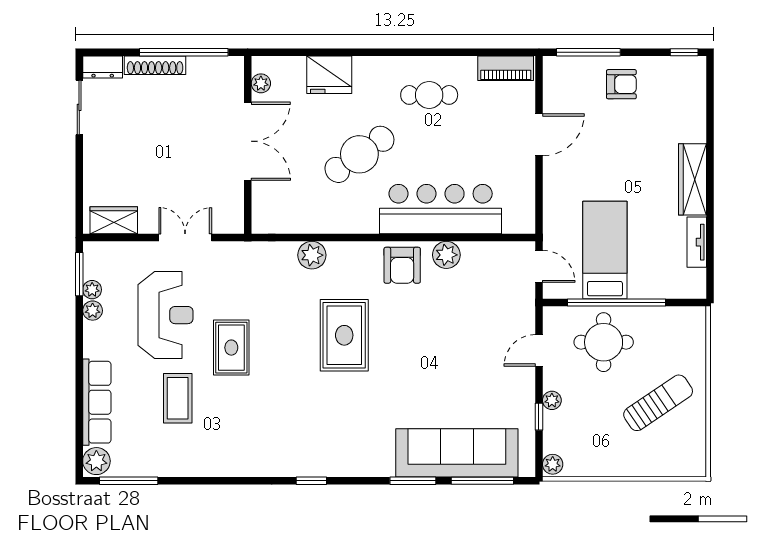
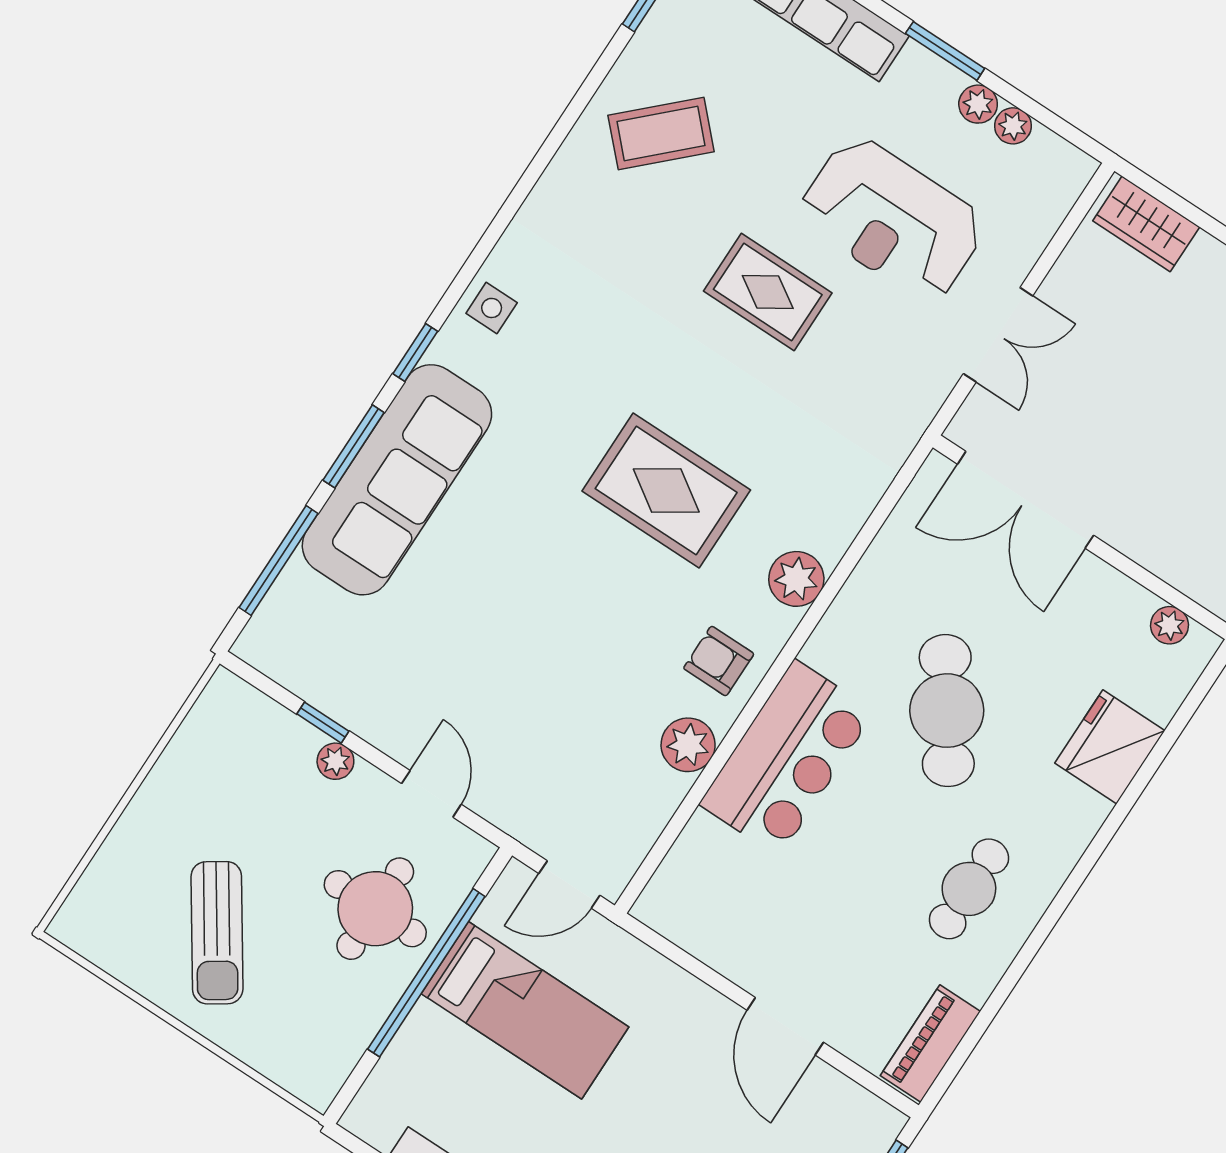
double door: (248, 141) -> (1026, 500), moved
bar counter: (441, 209) -> (787, 758), width x0.73
wardrobe: (114, 220) -> (1146, 224), moved, turned 90
plant: (312, 255) -> (796, 579), moved
armchair: (402, 265) -> (719, 661), width x0.72, depth x0.72
window: (79, 274) -> (945, 51), moved
coffee table: (178, 398) -> (661, 133), moved, turned -44
sofa: (457, 453) -> (397, 480), moved
side table: (315, 461) -> (492, 308), added
plant: (553, 464) -> (230, 693), removed
window: (311, 481) -> (415, 352), moved

